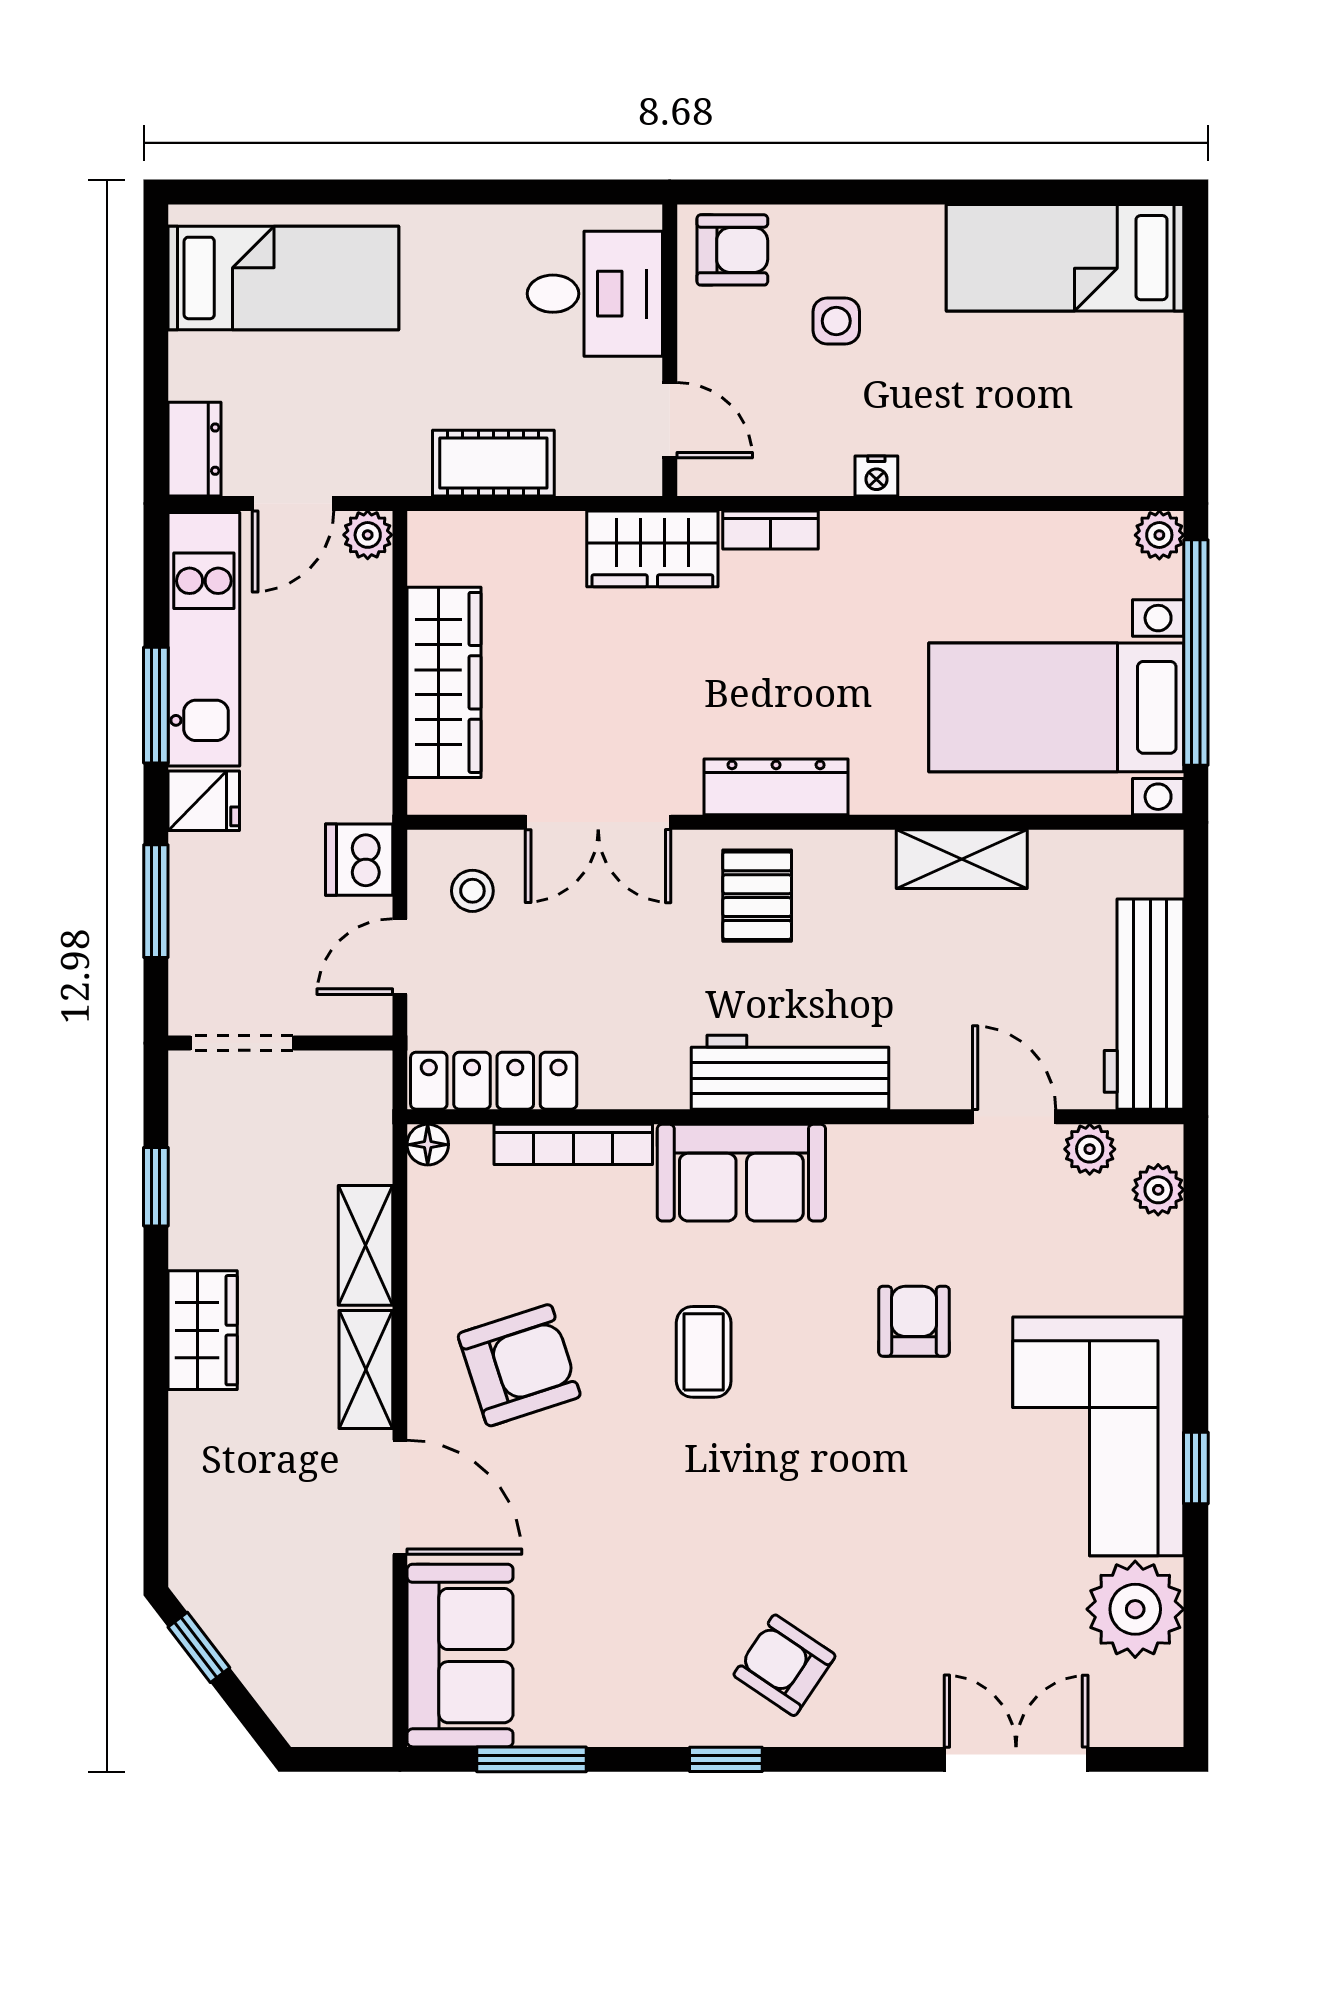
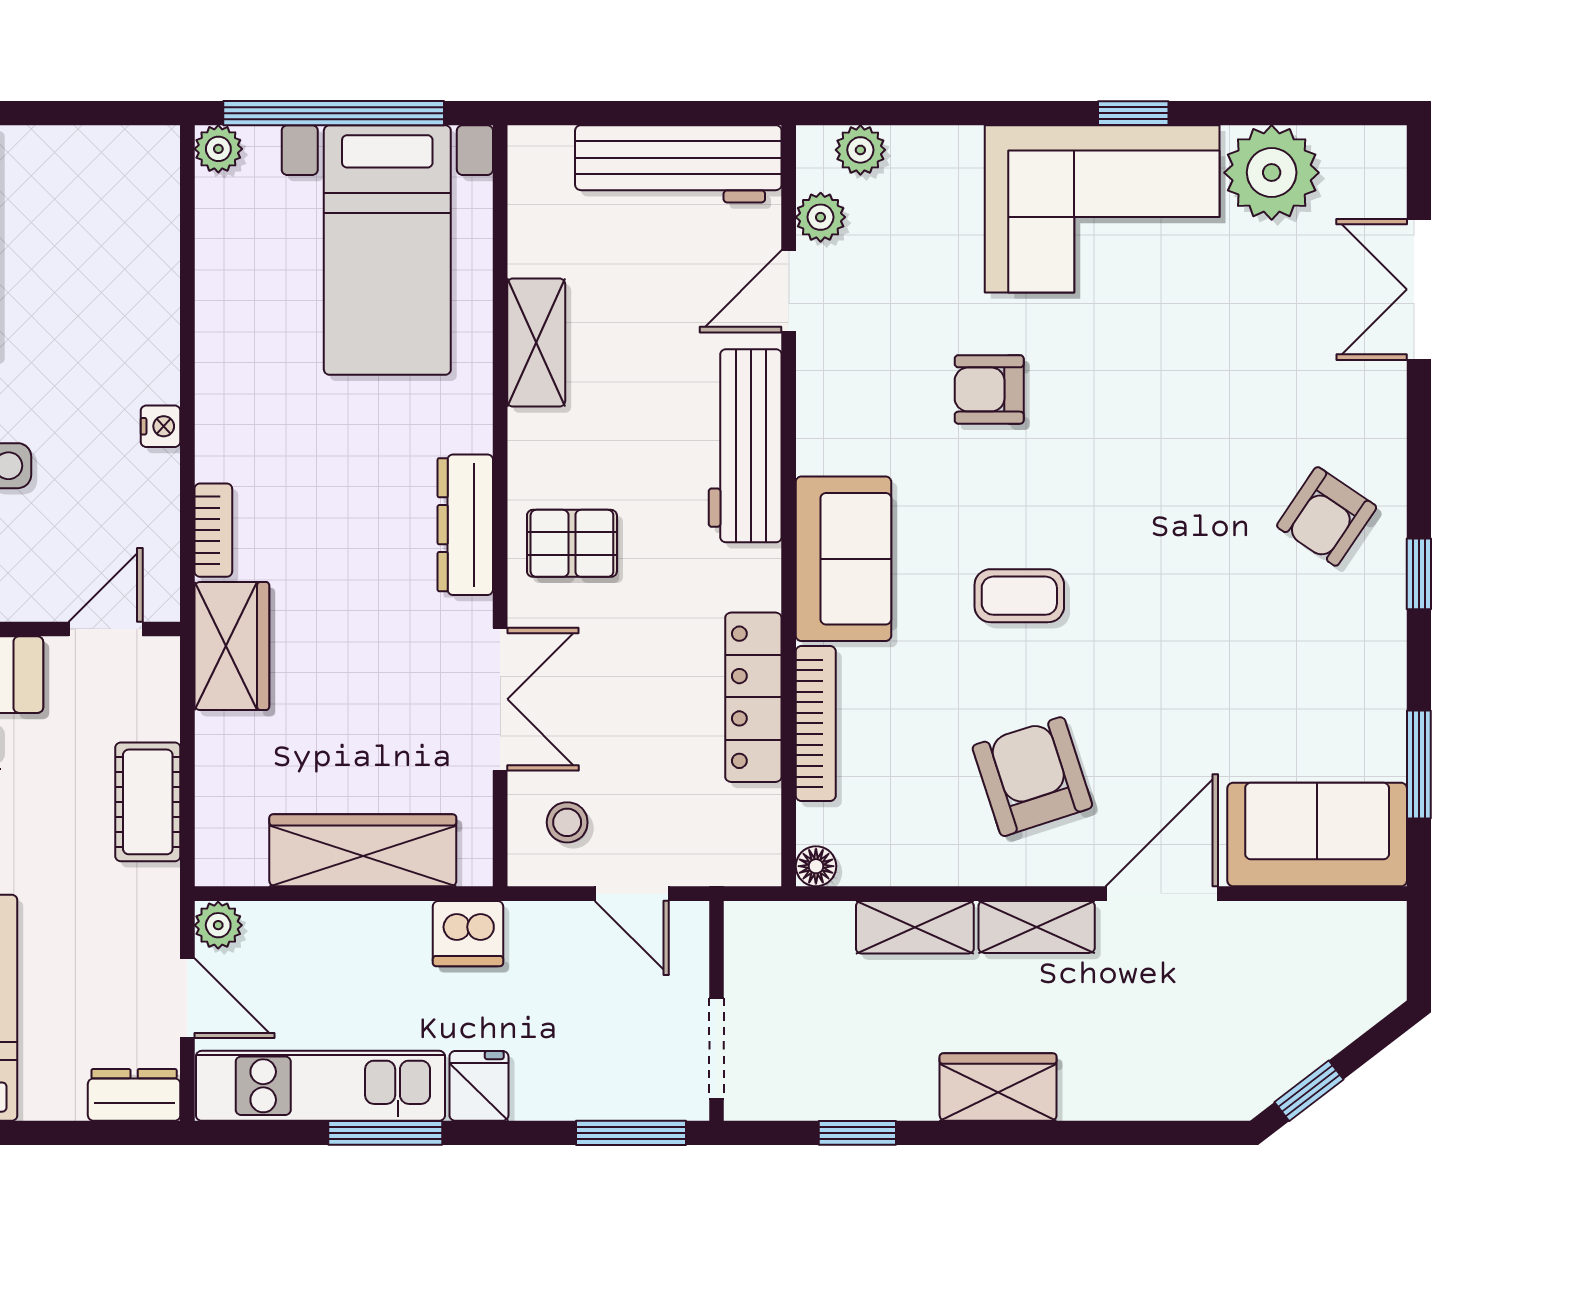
dishwasher: (359, 860) -> (468, 934), moved
window: (156, 901) -> (631, 1133), moved
workbench: (790, 1072) -> (745, 446), moved
locker: (494, 1081) -> (753, 697), moved

